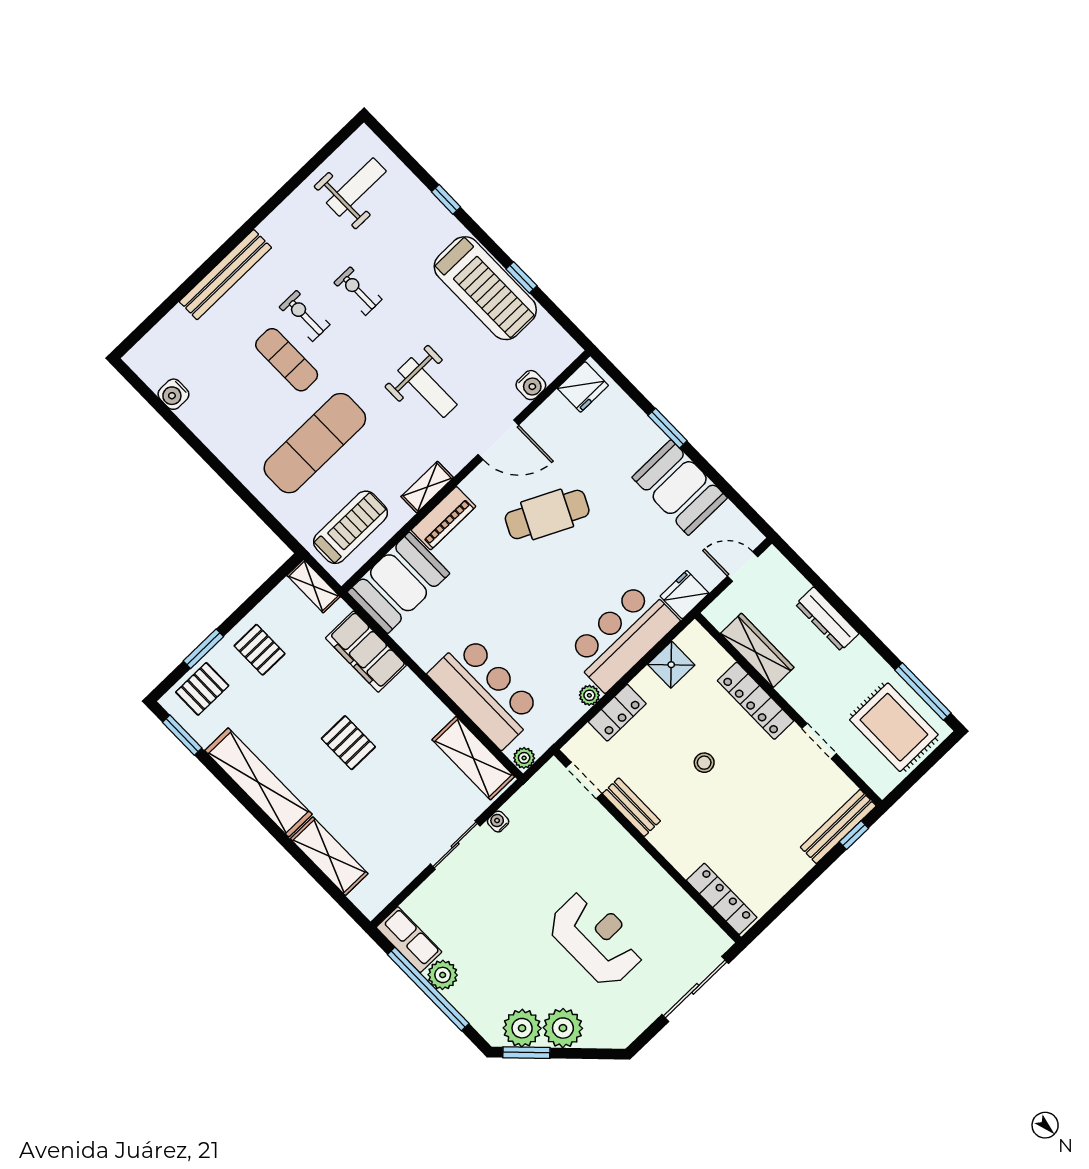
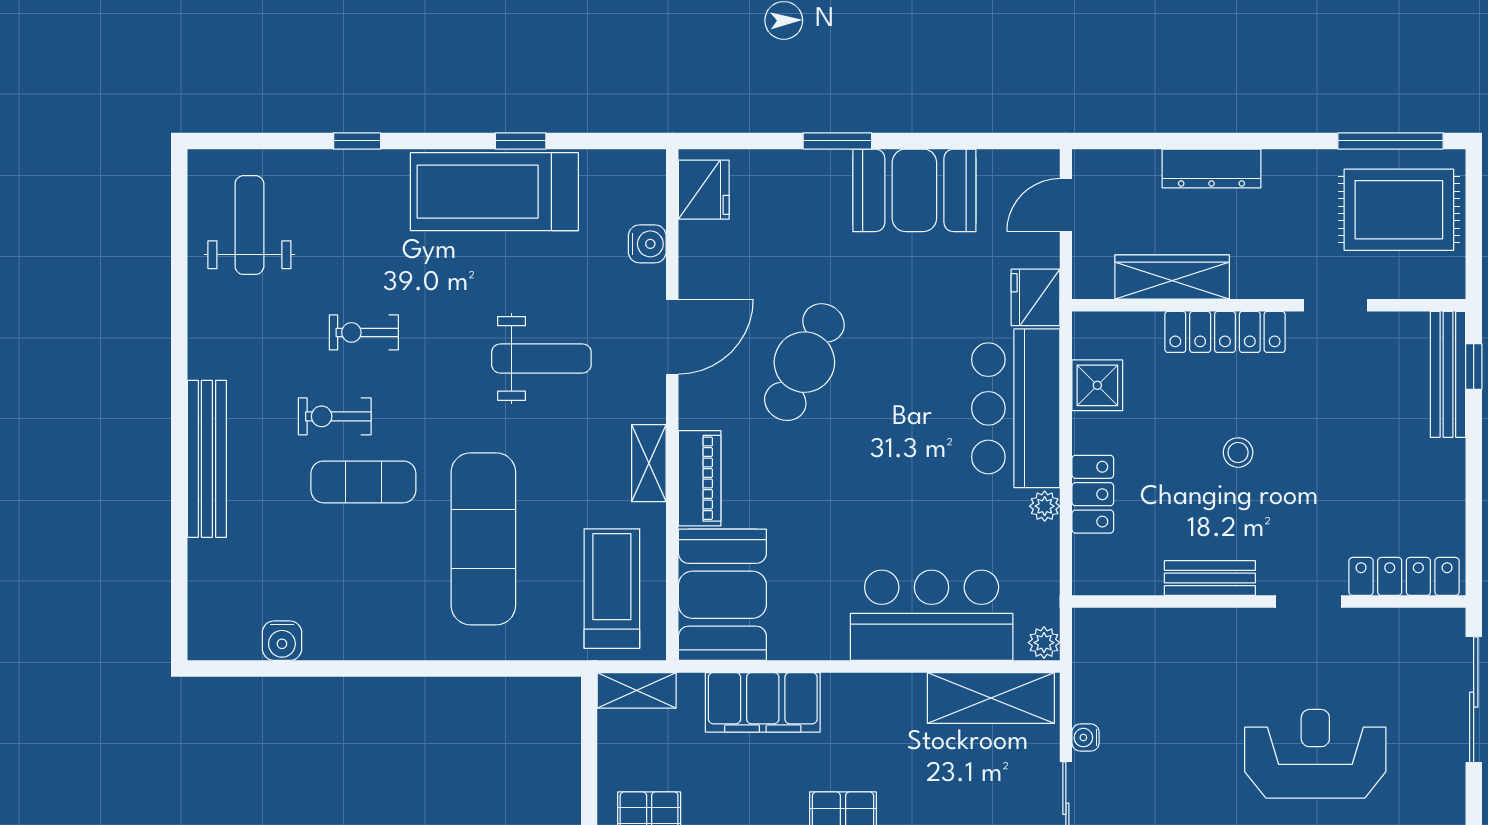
treadmill: (485, 288) -> (494, 192), turned 180
doorway: (584, 780) -> (1309, 602), moved

